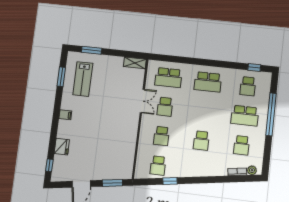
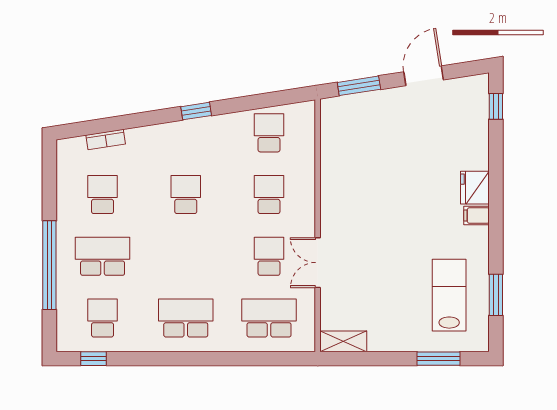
fridge: (62, 147) -> (475, 188), moved
plant: (252, 170) -> (76, 146), removed
window: (170, 181) -> (196, 111), moved

